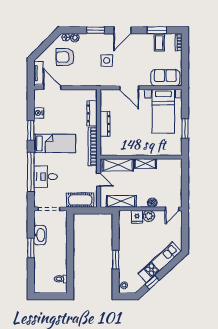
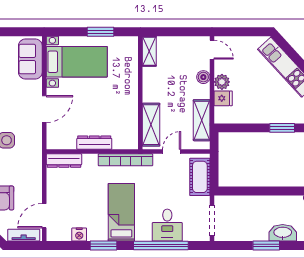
dresser: (92, 113) -> (64, 161), moved
shelving: (145, 164) -> (149, 51), moved
washbasin: (40, 235) -> (283, 233), moved

